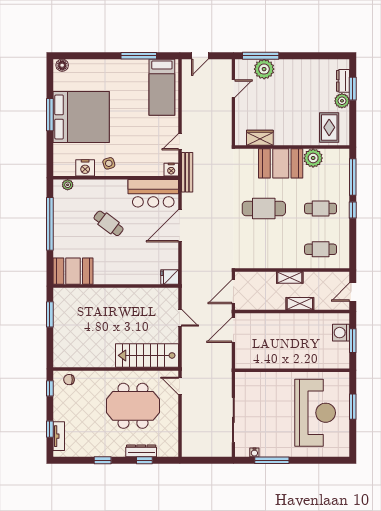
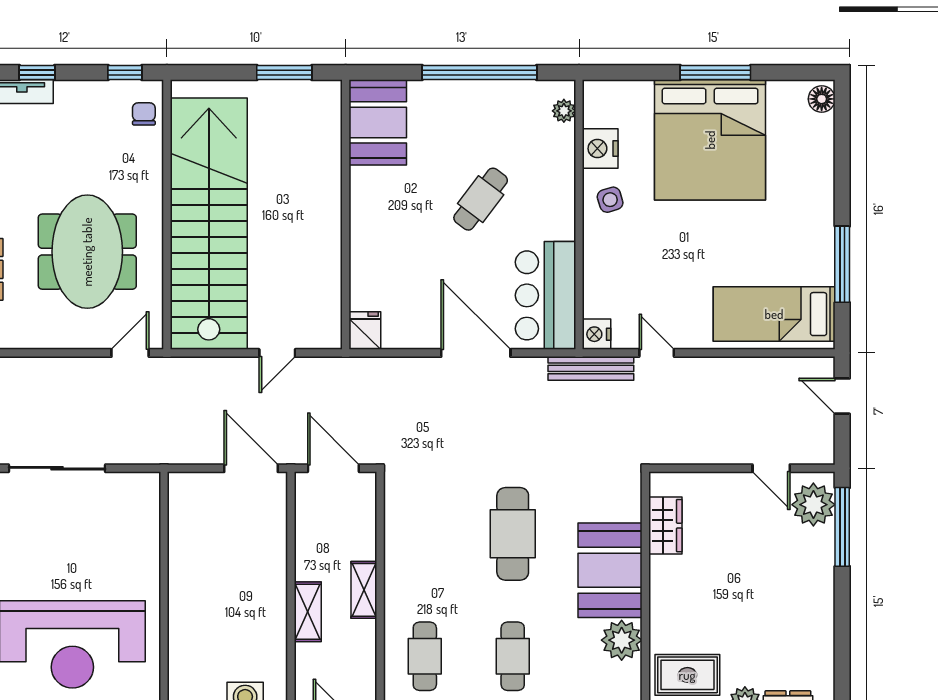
plant: (264, 69) -> (813, 505), moved
stairs: (147, 355) -> (209, 224), width x1.86, depth x1.51

